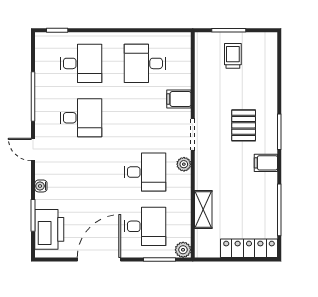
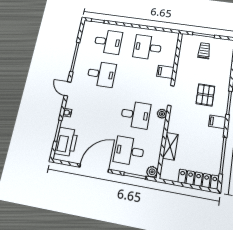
desk: (145, 226) -> (129, 151), turned 180

